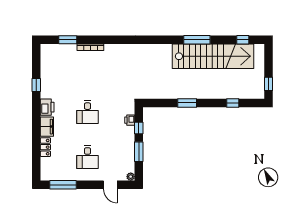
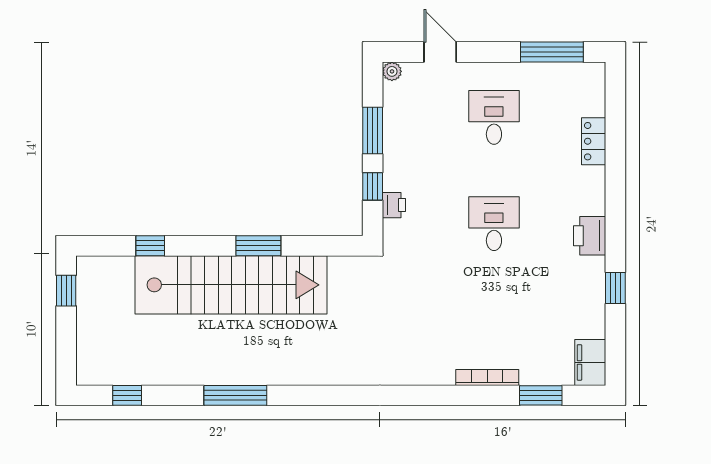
stairs: (213, 56) -> (231, 285), moved, turned 180
filing cabinet: (47, 127) -> (590, 362), moved

